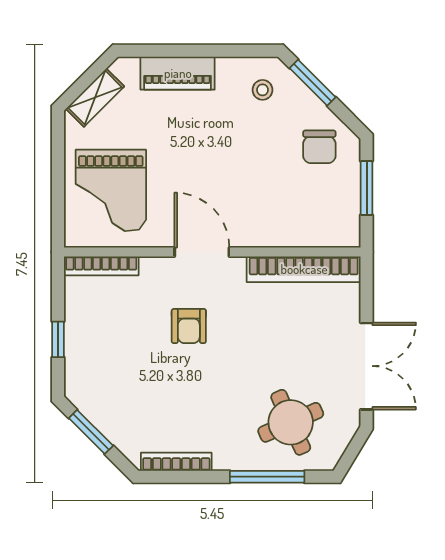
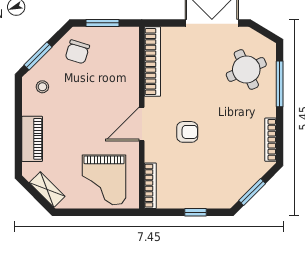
chair: (319, 147) -> (77, 52), turned 107
grand piano: (111, 190) -> (104, 180), turned 90

